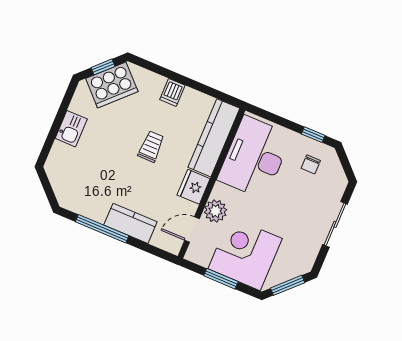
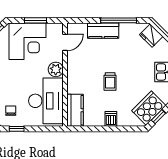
kitchen counter: (214, 138) -> (75, 110), width x0.67
fridge: (194, 187) -> (151, 36), moved, turned 135
plant: (215, 211) -> (56, 69), moved

